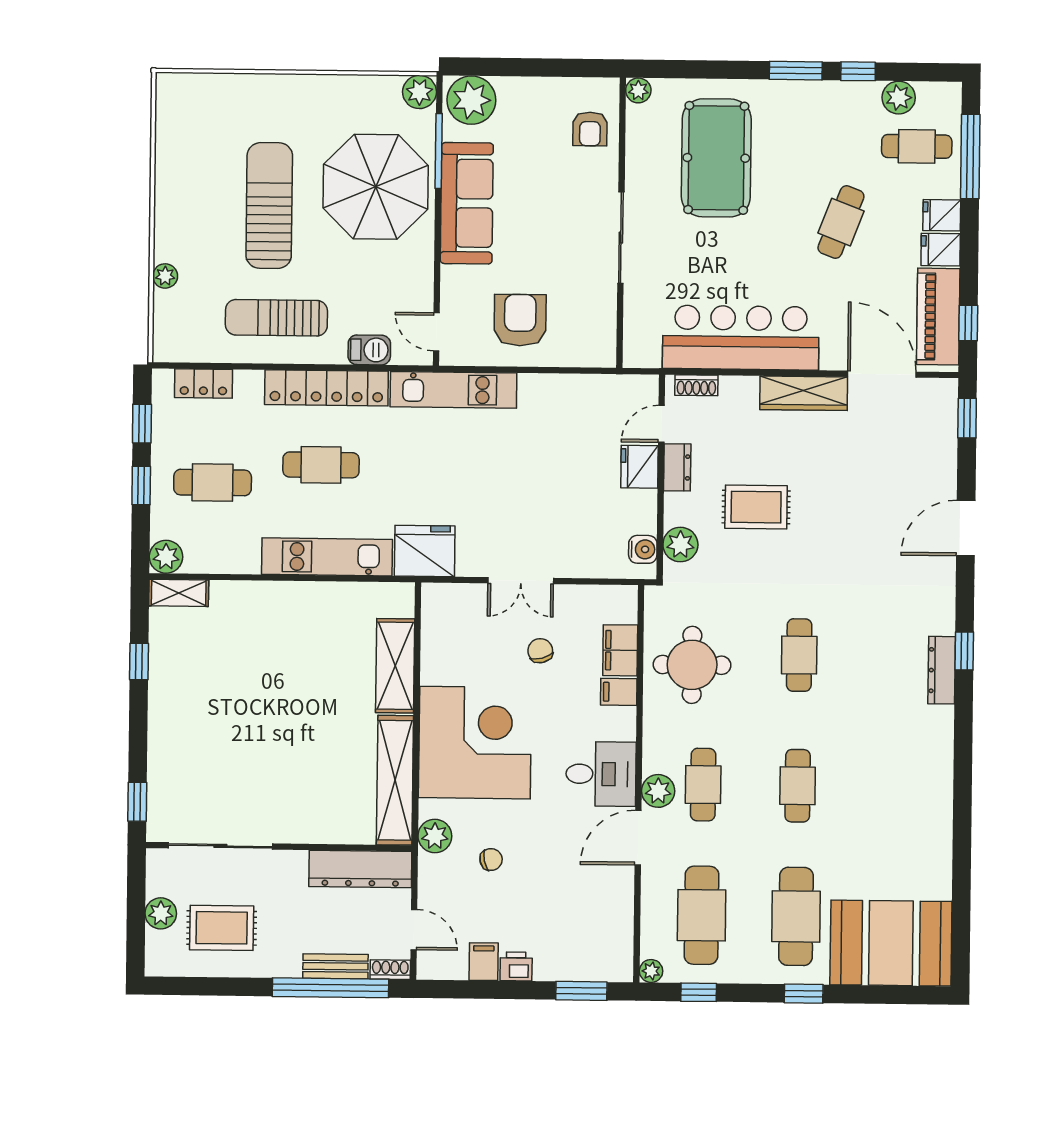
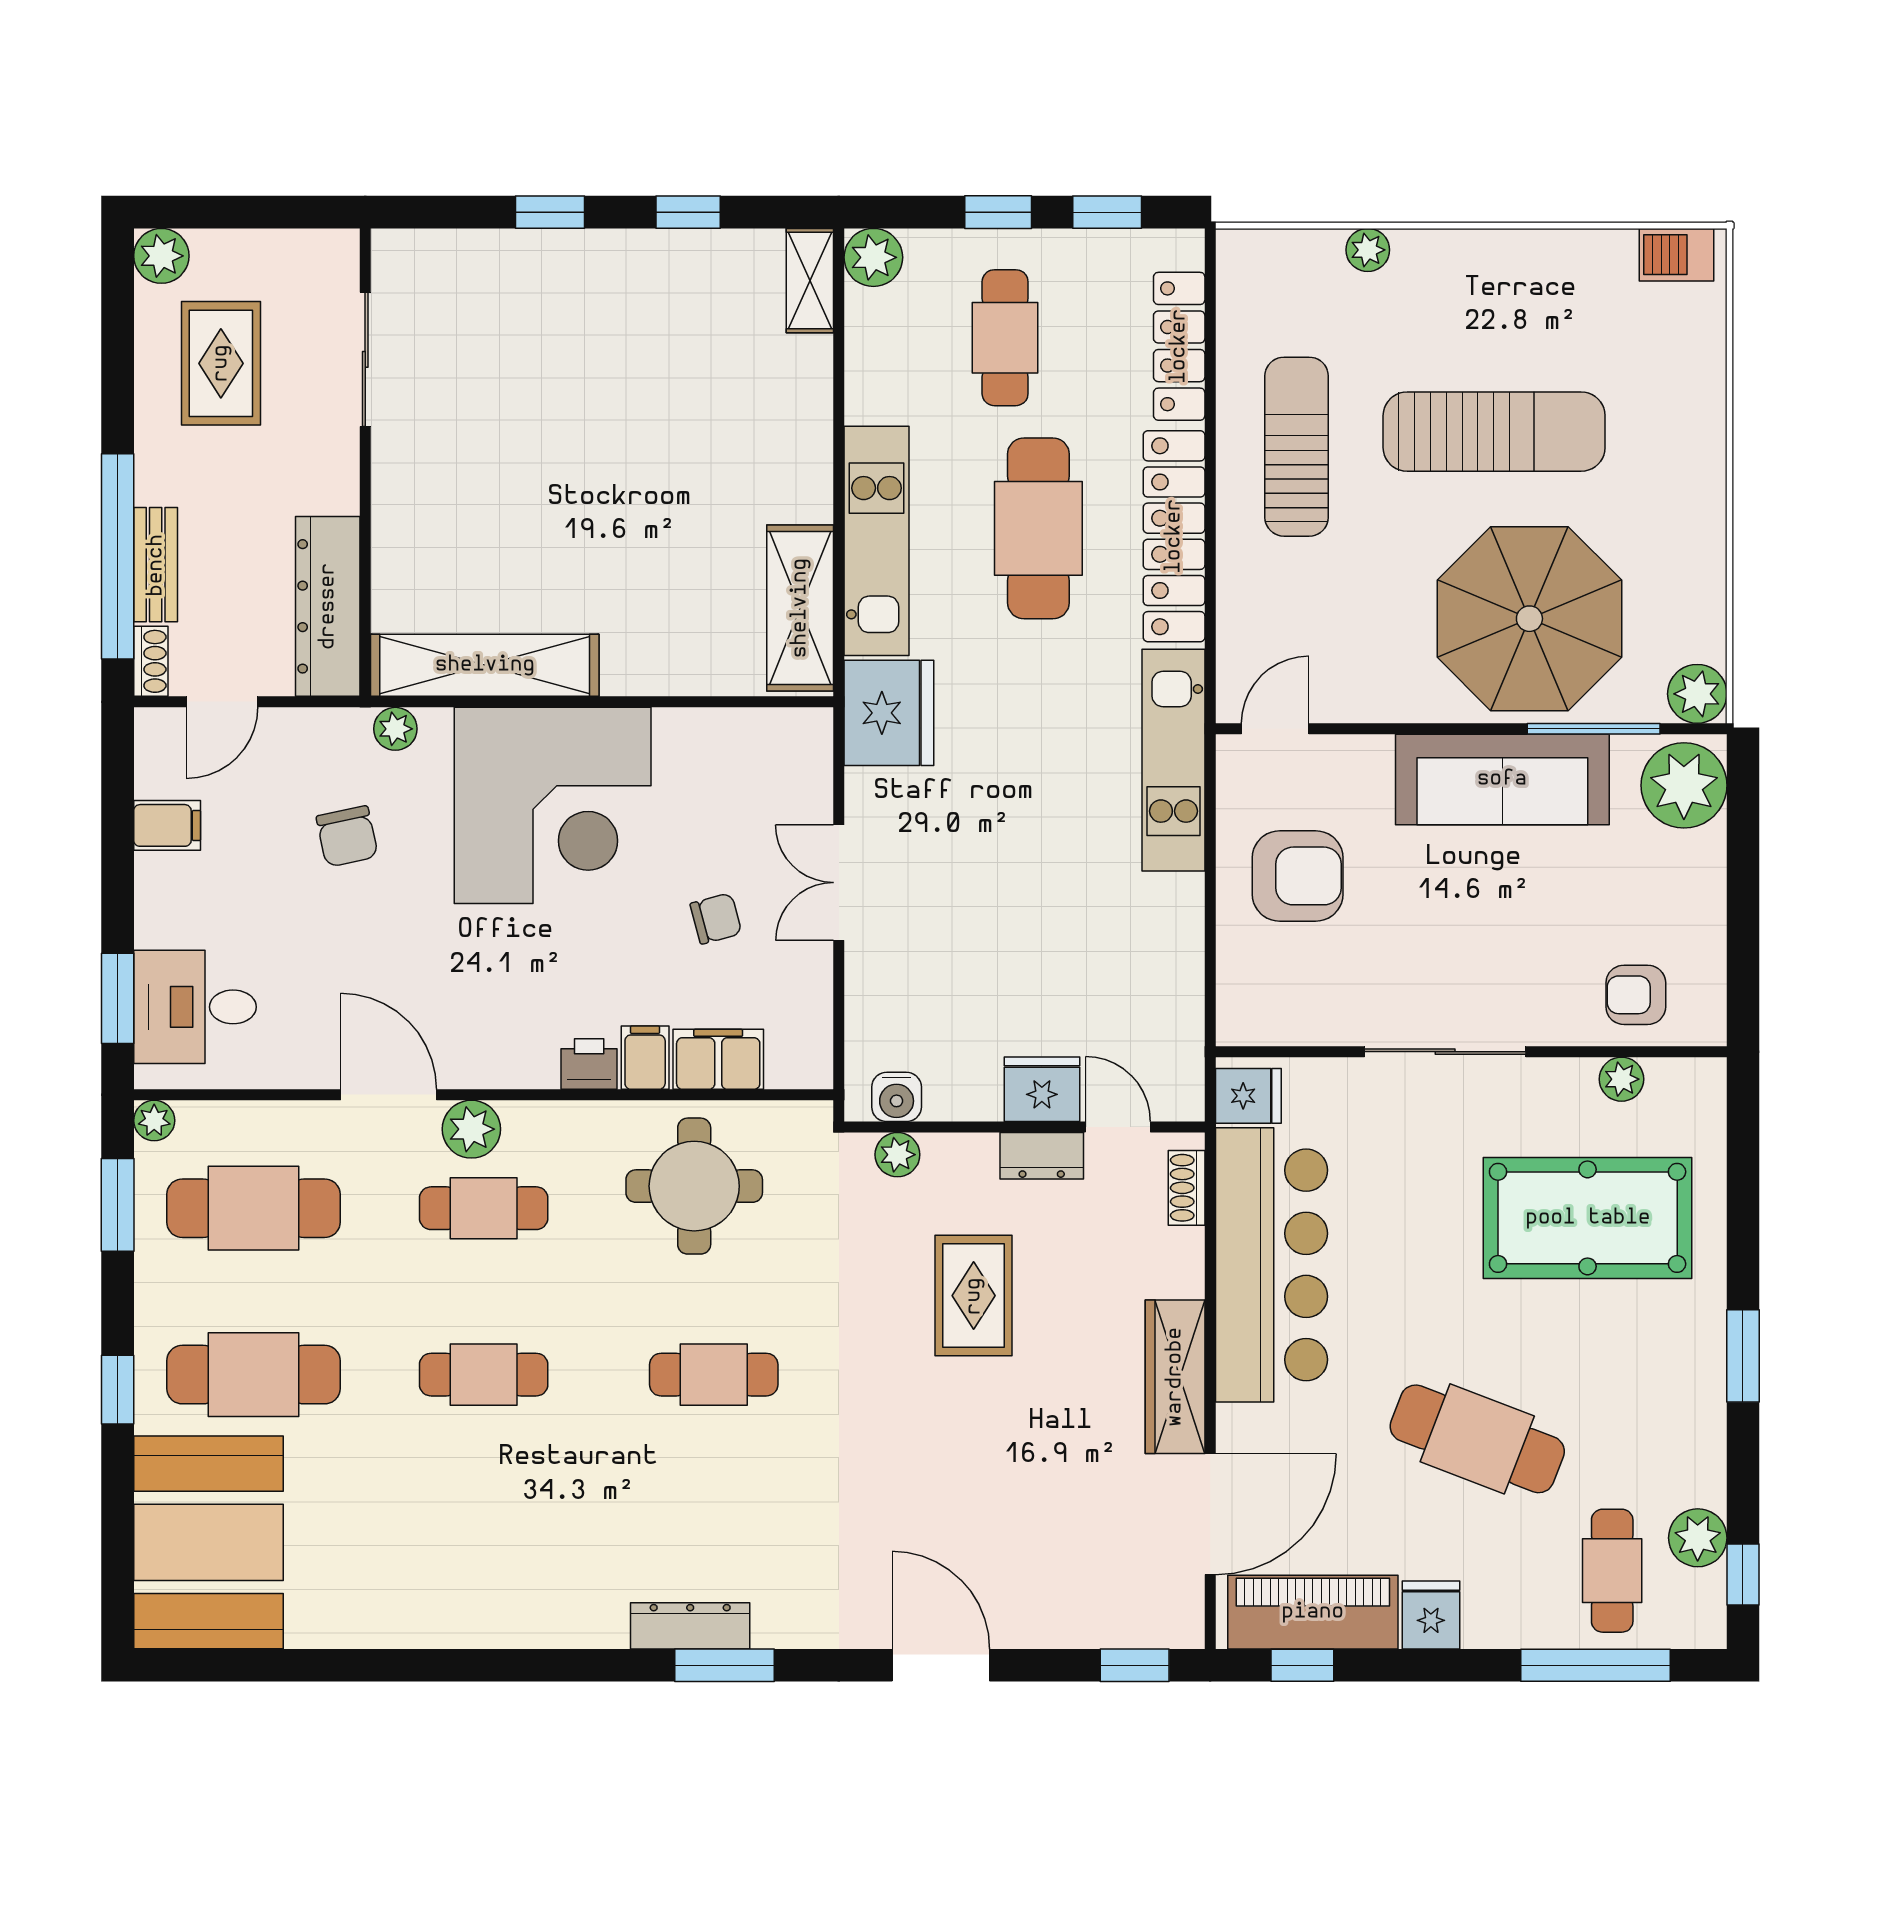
window: (858, 71) -> (1743, 1574), moved
plant: (638, 90) -> (1621, 1079), moved
fridge: (942, 215) -> (1248, 1096), moved, turned 90
cafe table: (841, 222) -> (1477, 1439), width x1.37, depth x1.35
barbecue: (369, 350) -> (1677, 255), moved, turned 90
locker: (203, 383) -> (1179, 346), width x1.53
cafe table: (321, 465) -> (1038, 528), width x1.37, depth x1.35
plant: (680, 545) -> (897, 1155), width x0.73, depth x0.73
window: (964, 651) -> (725, 1665), width x1.50
shelving: (395, 666) -> (800, 608), moved, turned 90
desk: (601, 774) -> (195, 1007), moved, turned 90
window: (137, 802) -> (550, 212), moved
plant: (435, 836) -> (395, 729), width x0.73, depth x0.73
sliding door: (220, 846) -> (365, 359), width x0.73
chair: (491, 859) -> (347, 836), width x1.37, depth x1.37
plant: (161, 913) -> (161, 256), moved
printer: (516, 967) -> (589, 1064), moved, turned -90
window: (699, 992) -> (118, 1205), width x1.50

